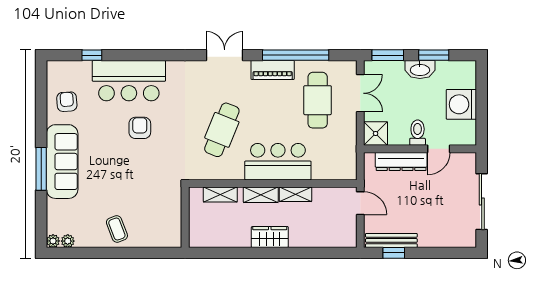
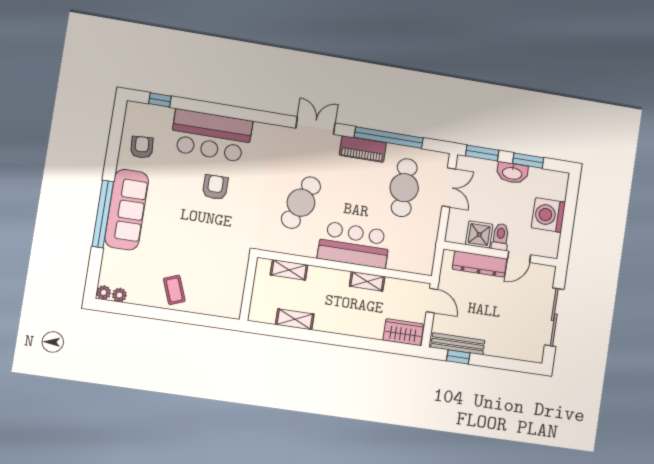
window: (92, 55) -> (160, 100), moved
shower: (376, 133) -> (479, 235), moved
window: (41, 169) -> (103, 214), width x1.46
shelving: (261, 195) -> (295, 319), moved
wardrobe: (270, 237) -> (403, 332), moved

